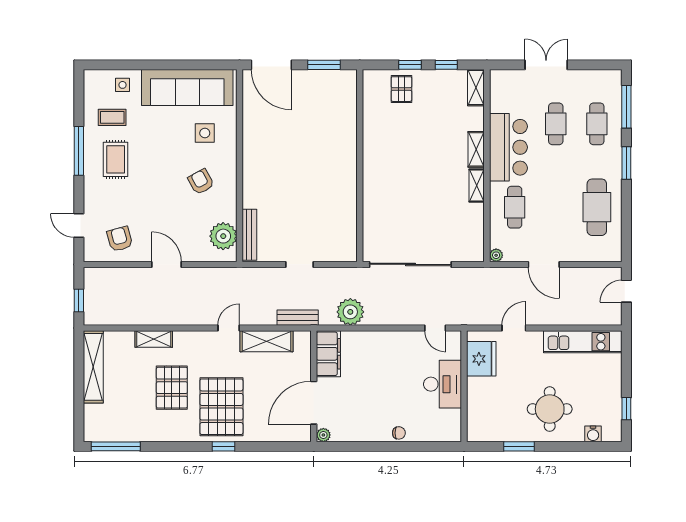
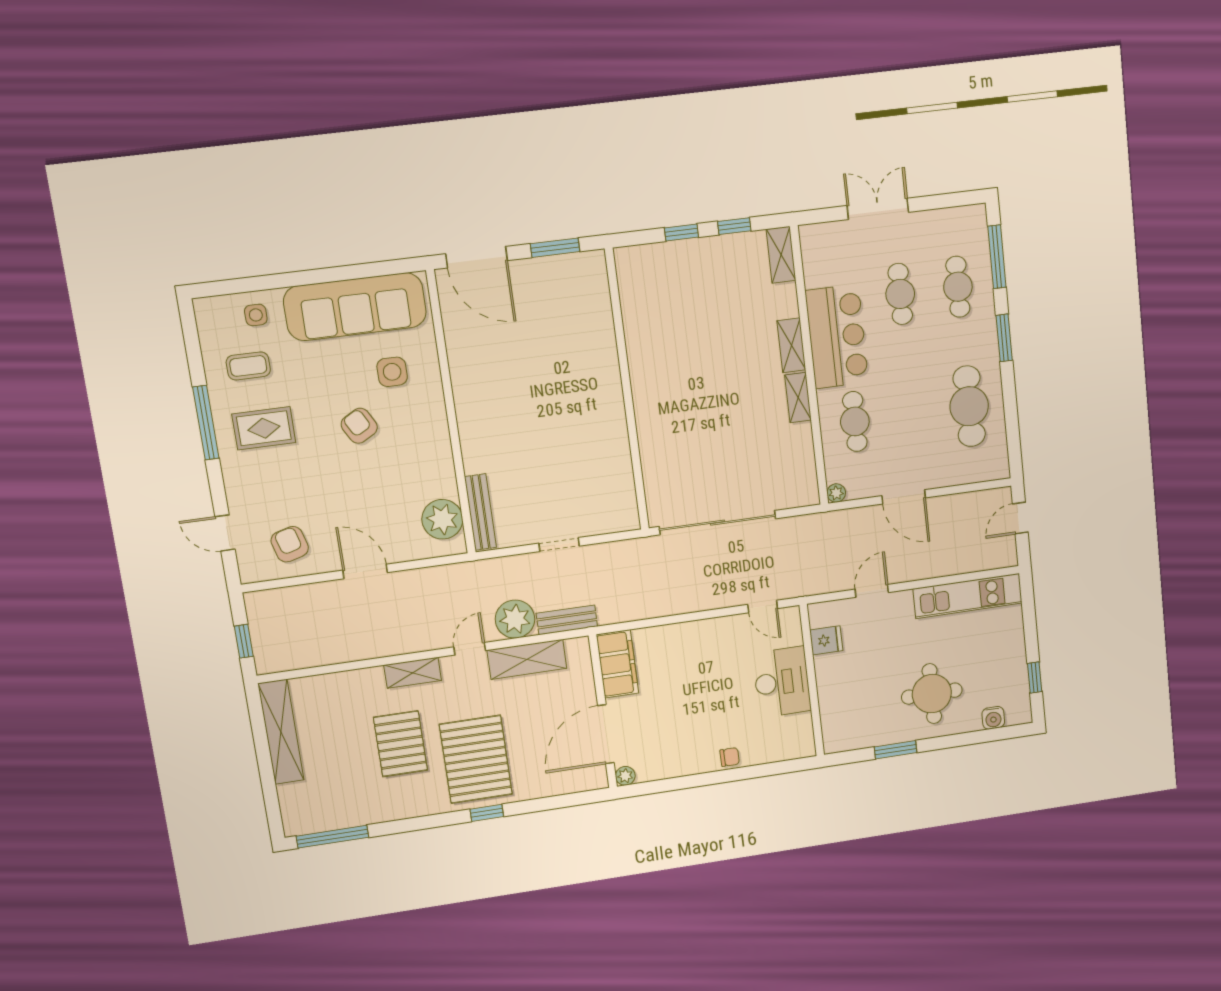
pallet: (401, 89) -> (674, 270), removed
rug: (116, 159) -> (264, 428), turned 90
armchair: (201, 182) -> (359, 426), moved
plant: (350, 312) -> (515, 619), moved
shelving: (154, 339) -> (413, 673), moved
fridge: (481, 359) -> (826, 640), width x0.53, depth x0.75

